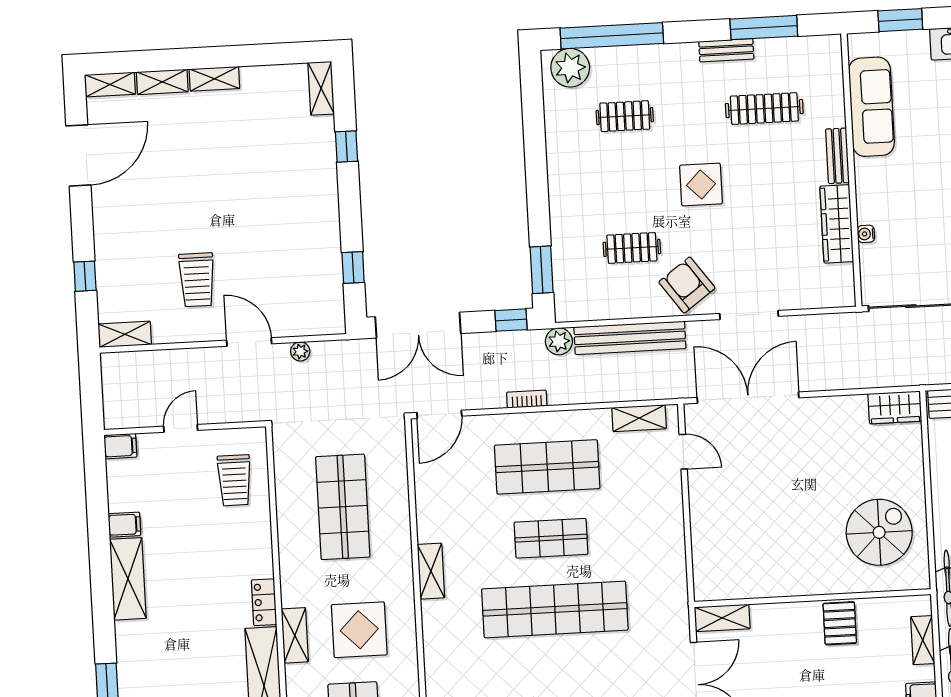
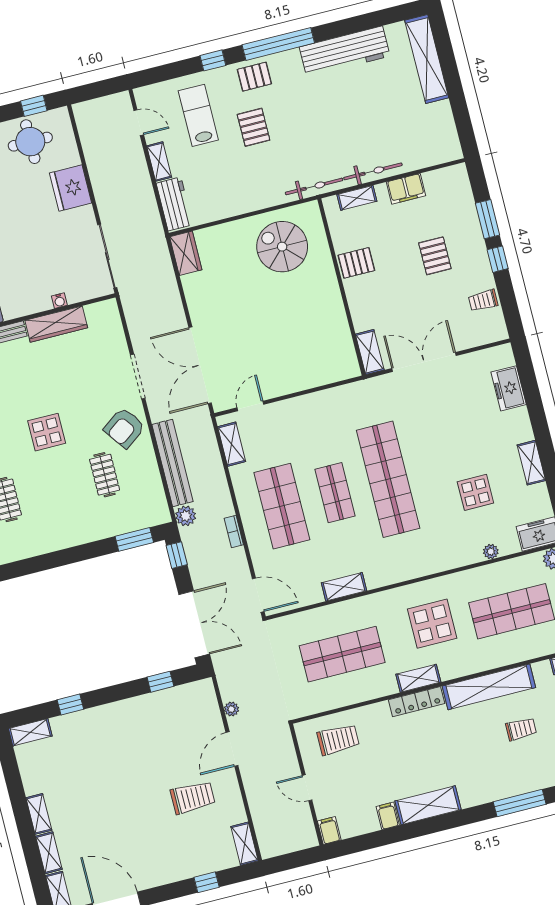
shelving: (431, 571) -> (344, 587), moved
locker: (264, 602) -> (417, 702), width x1.53
shelving: (295, 635) -> (418, 678), moved

